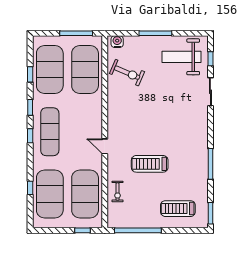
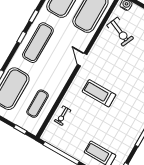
door: (105, 146) -> (82, 60), moved
treadmill: (150, 164) -> (99, 93), moved
exercise mat: (85, 194) -> (38, 104), width x0.50, depth x0.69

